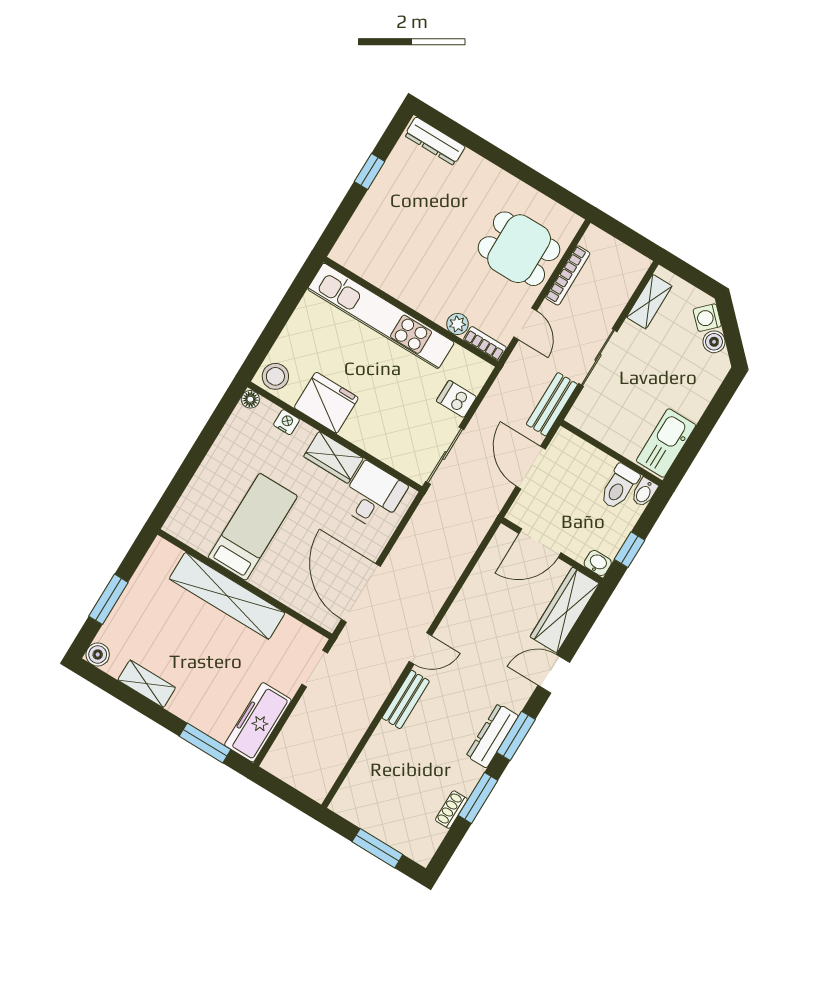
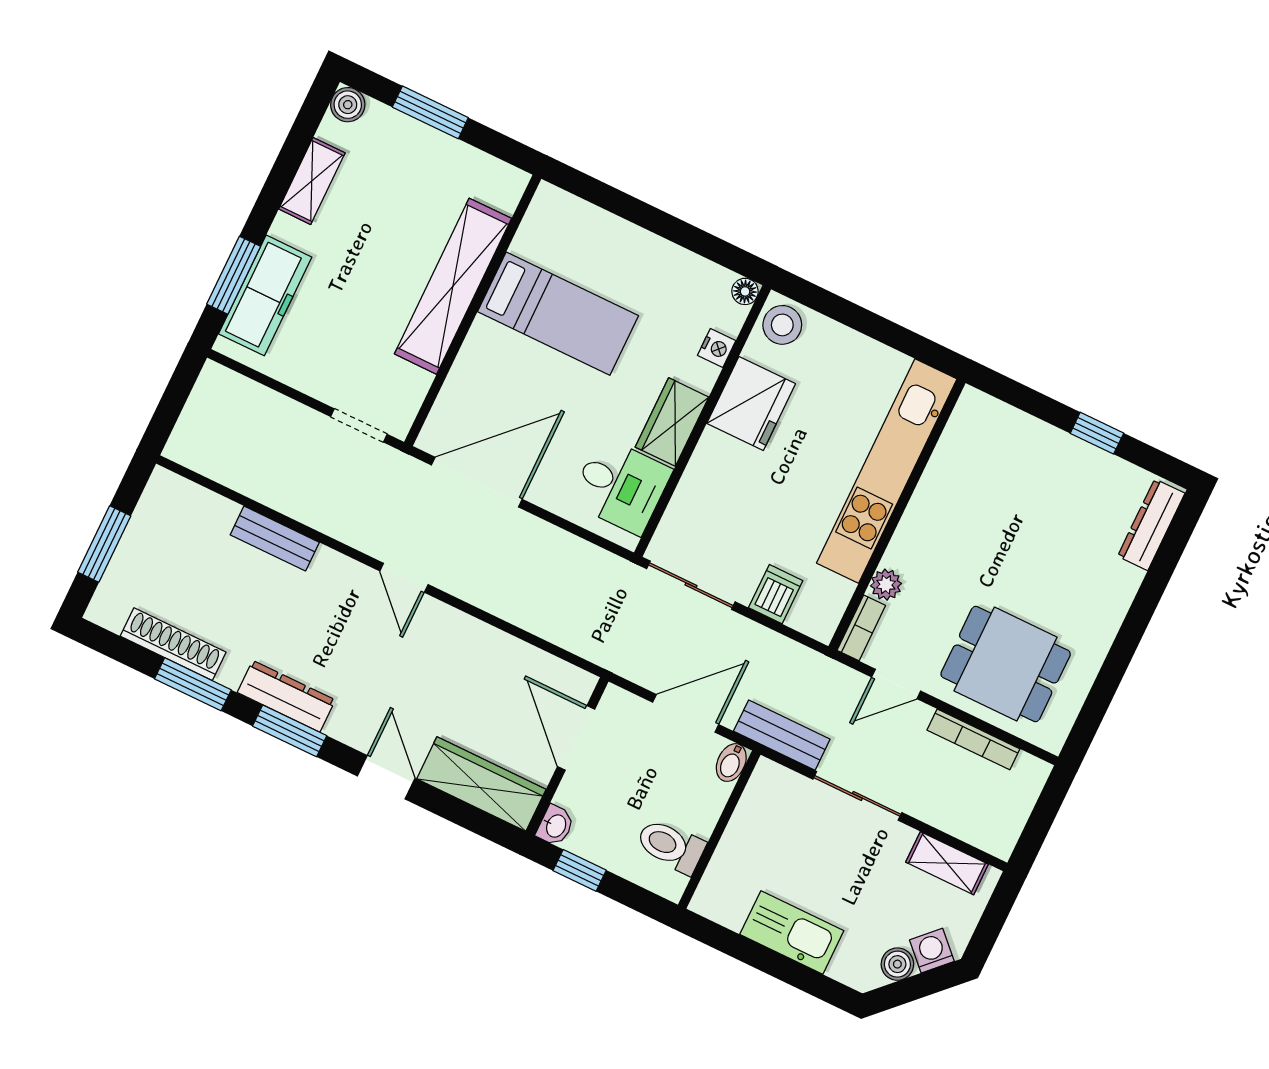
dining table: (519, 249) -> (1006, 664), turned 90
kitchen sink: (666, 443) -> (792, 932), moved
bidet: (644, 492) -> (731, 763), moved, turned -90
bench: (406, 699) -> (275, 539), moved
freezer: (258, 722) -> (265, 295), moved, turned 90
shoe rack: (451, 810) -> (173, 644), width x1.94, depth x1.24

